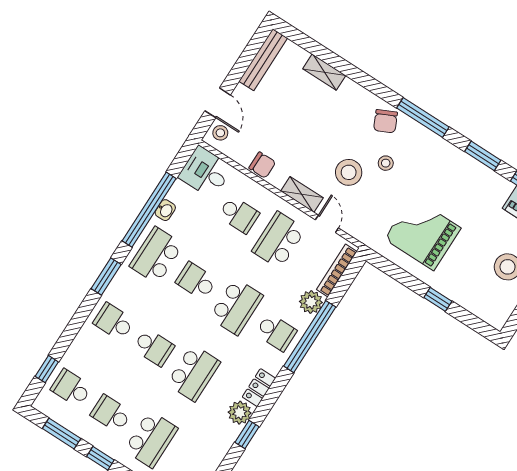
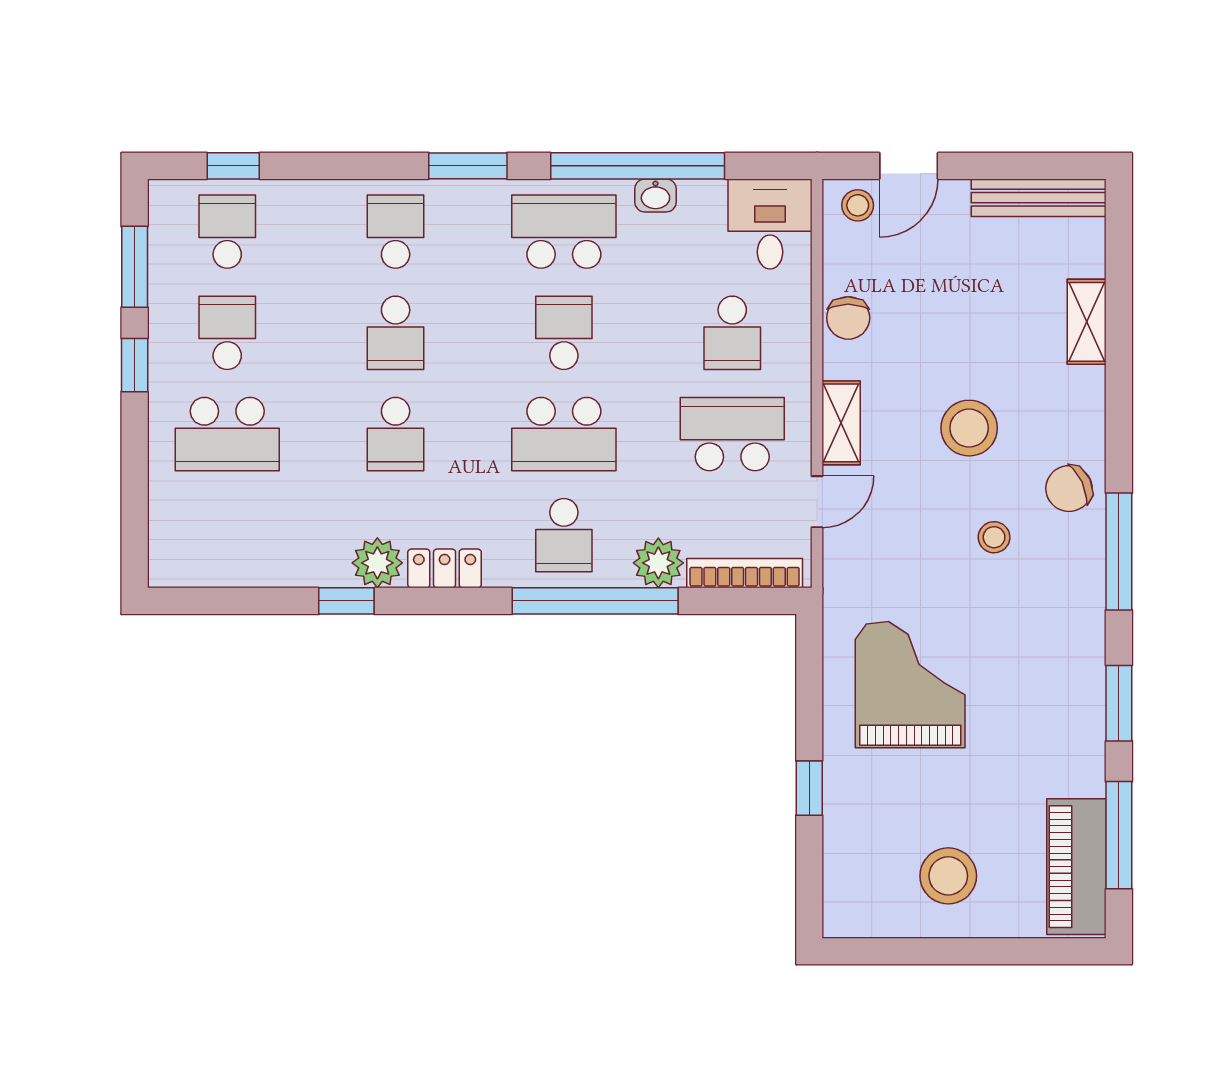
stool: (349, 172) -> (969, 428), moved
school desk: (194, 373) -> (396, 434), width x0.54

